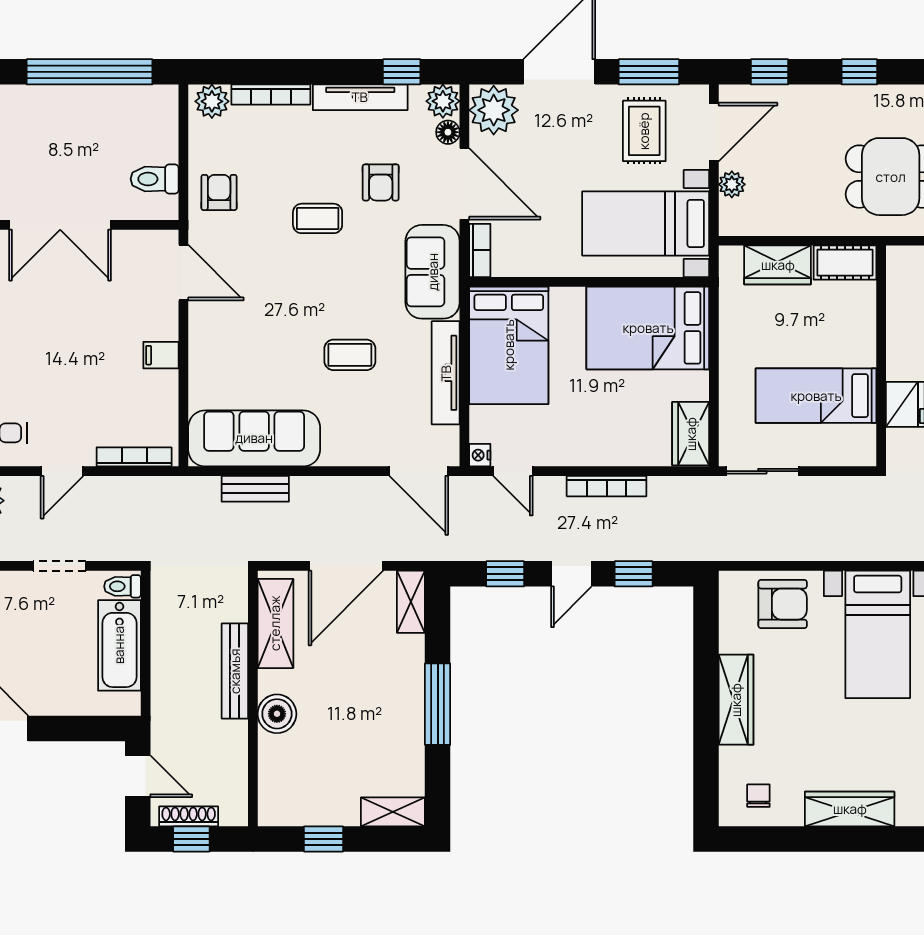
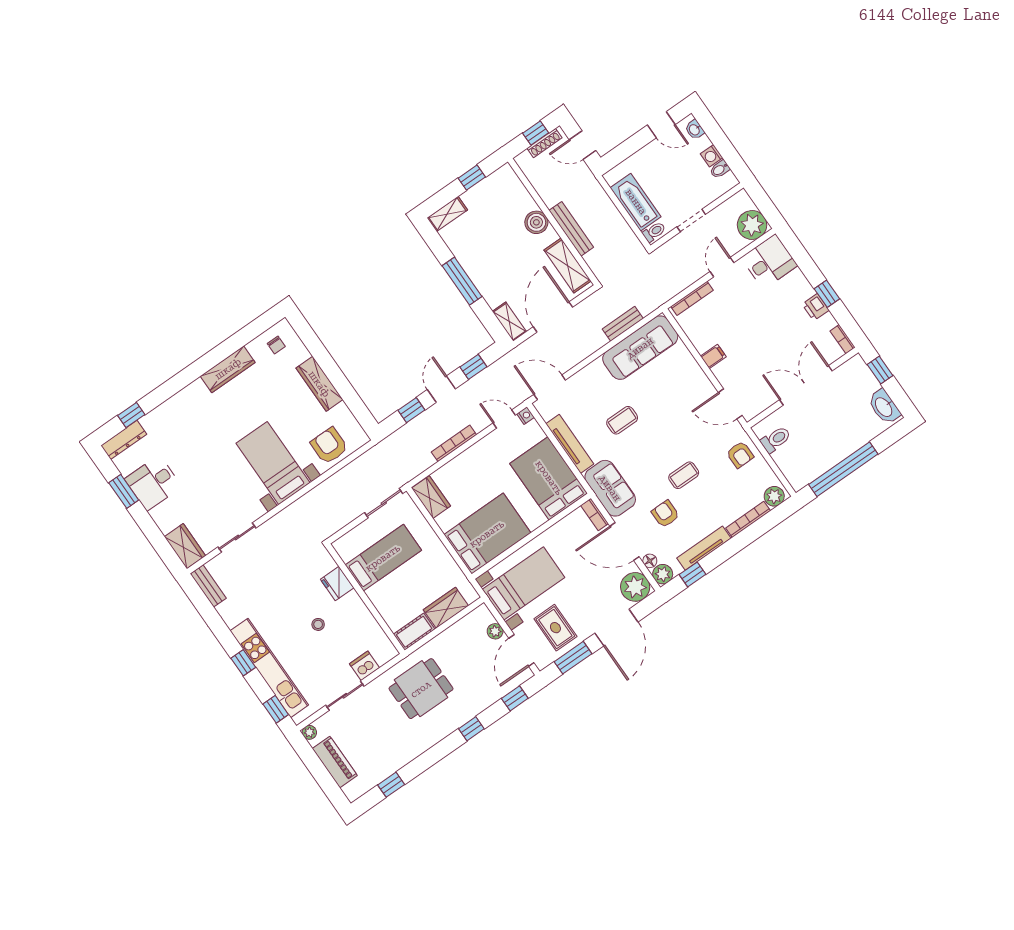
armchair: (783, 604) -> (329, 446), turned 90

